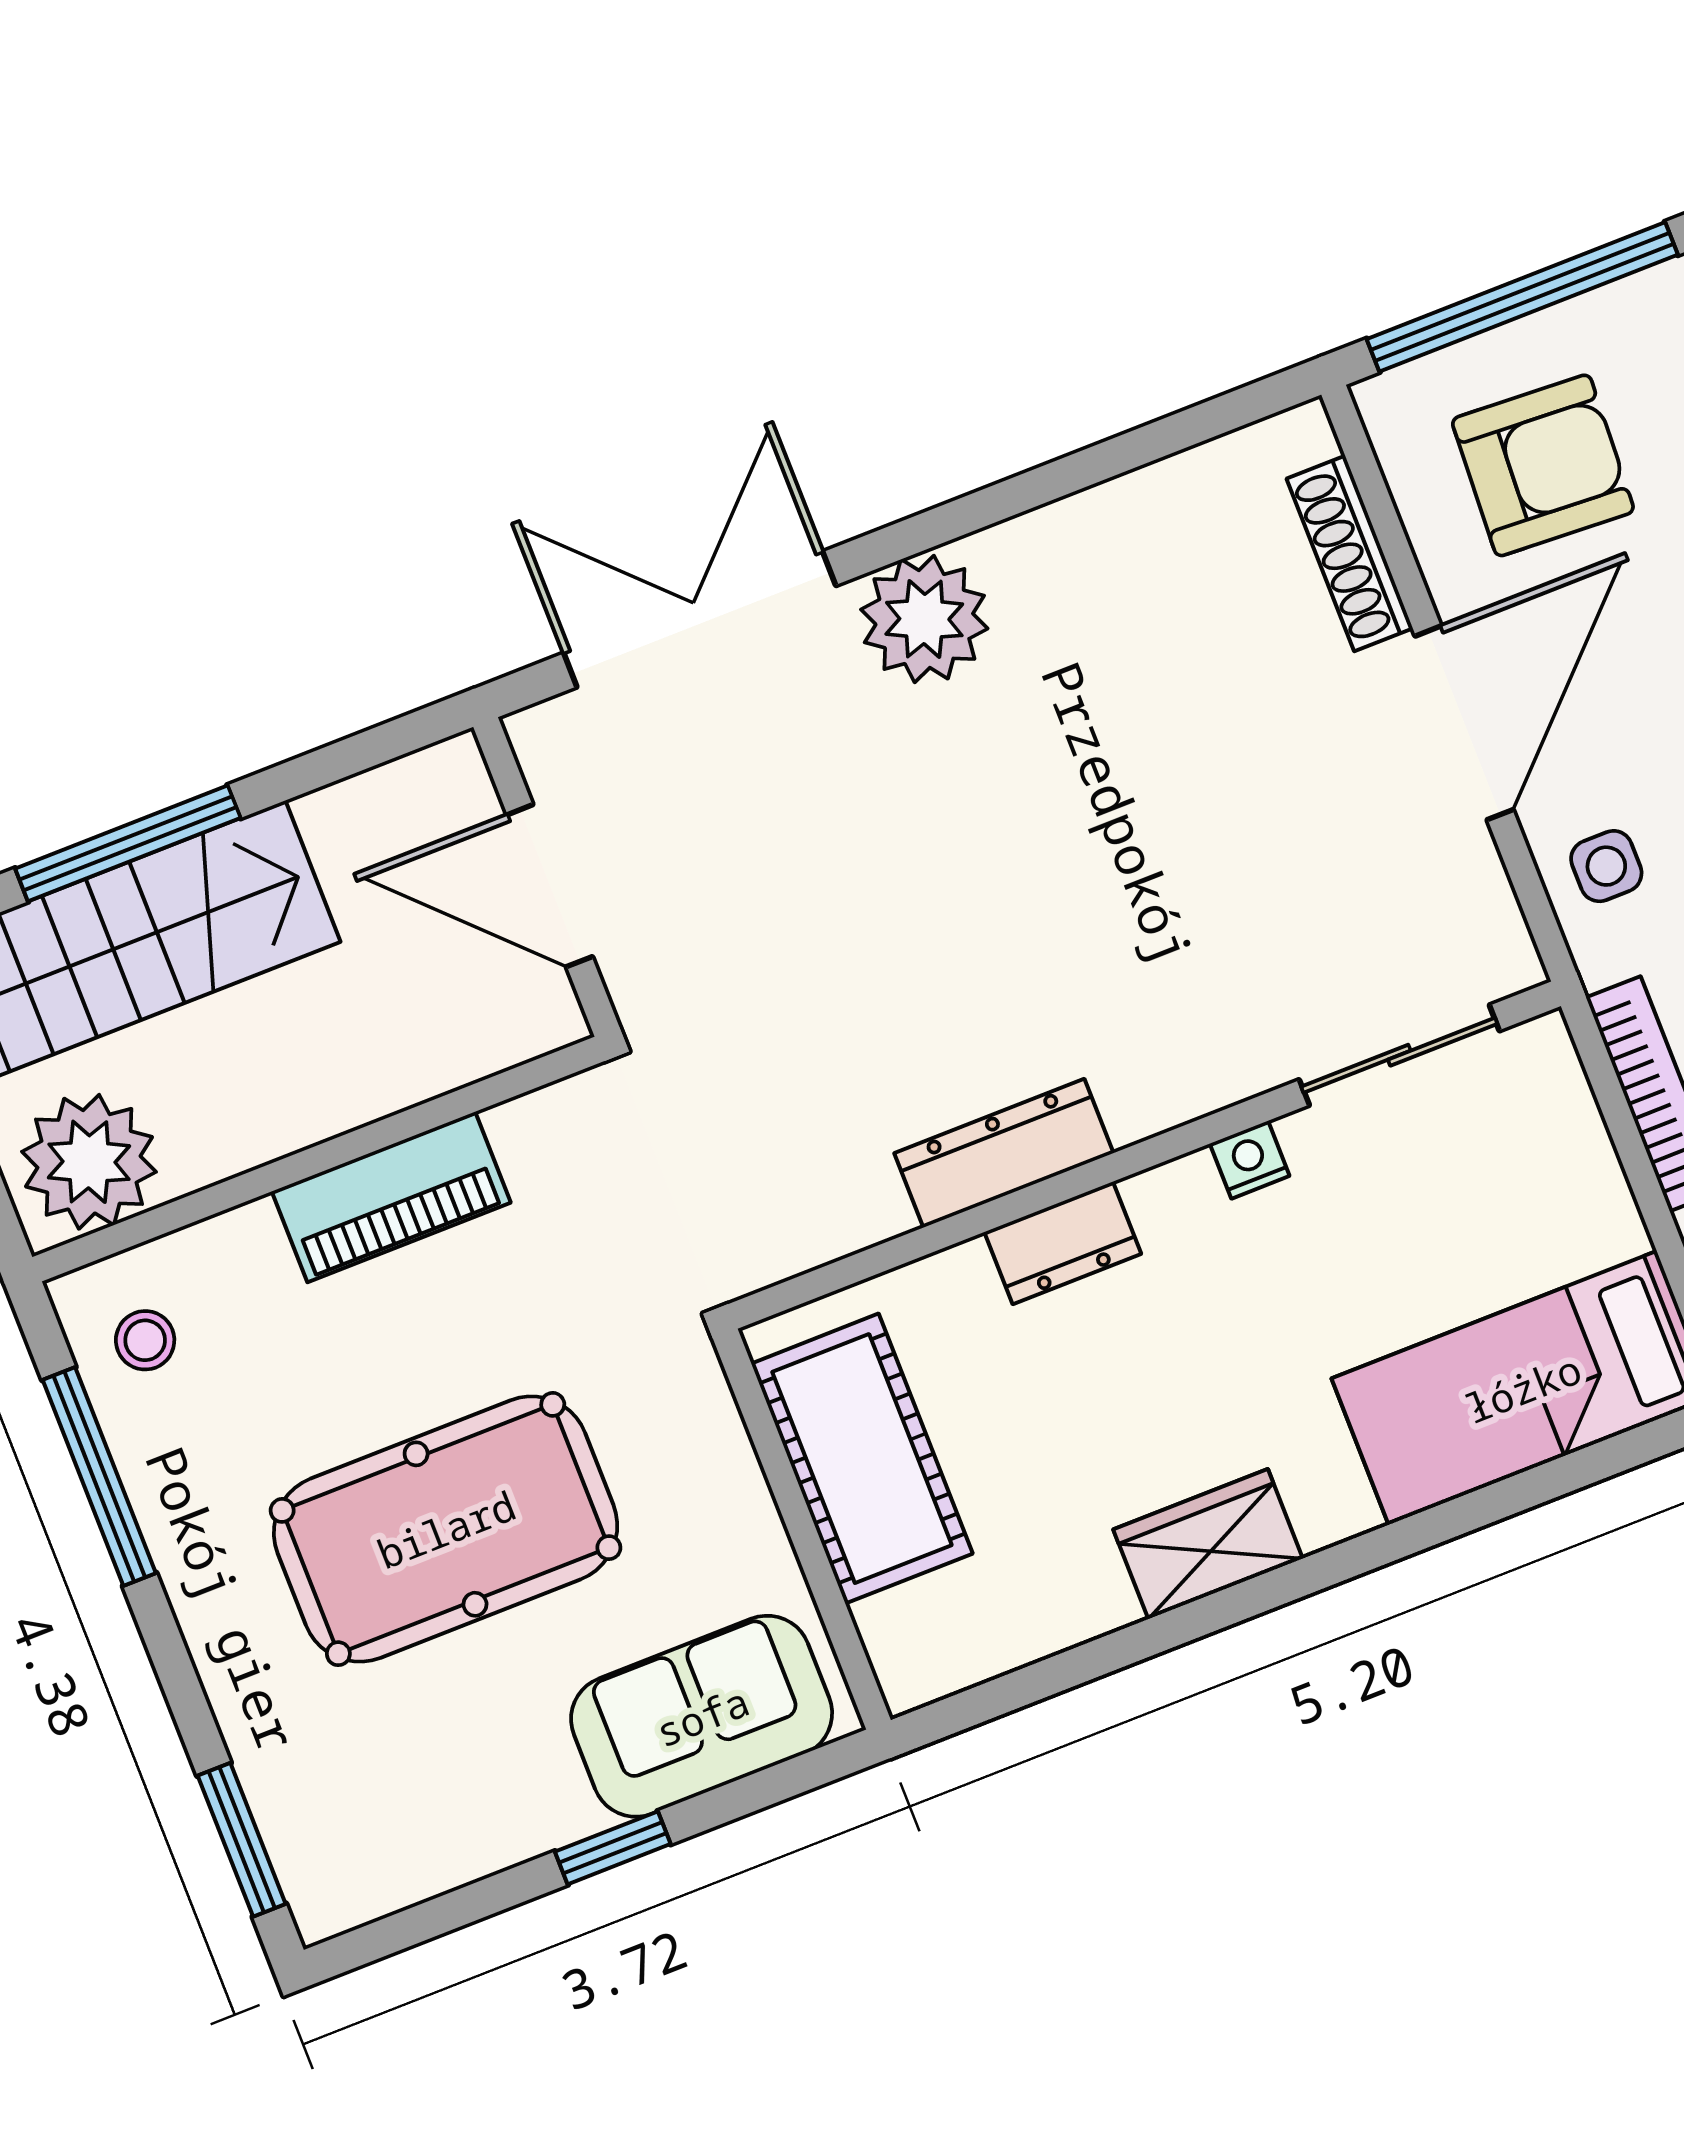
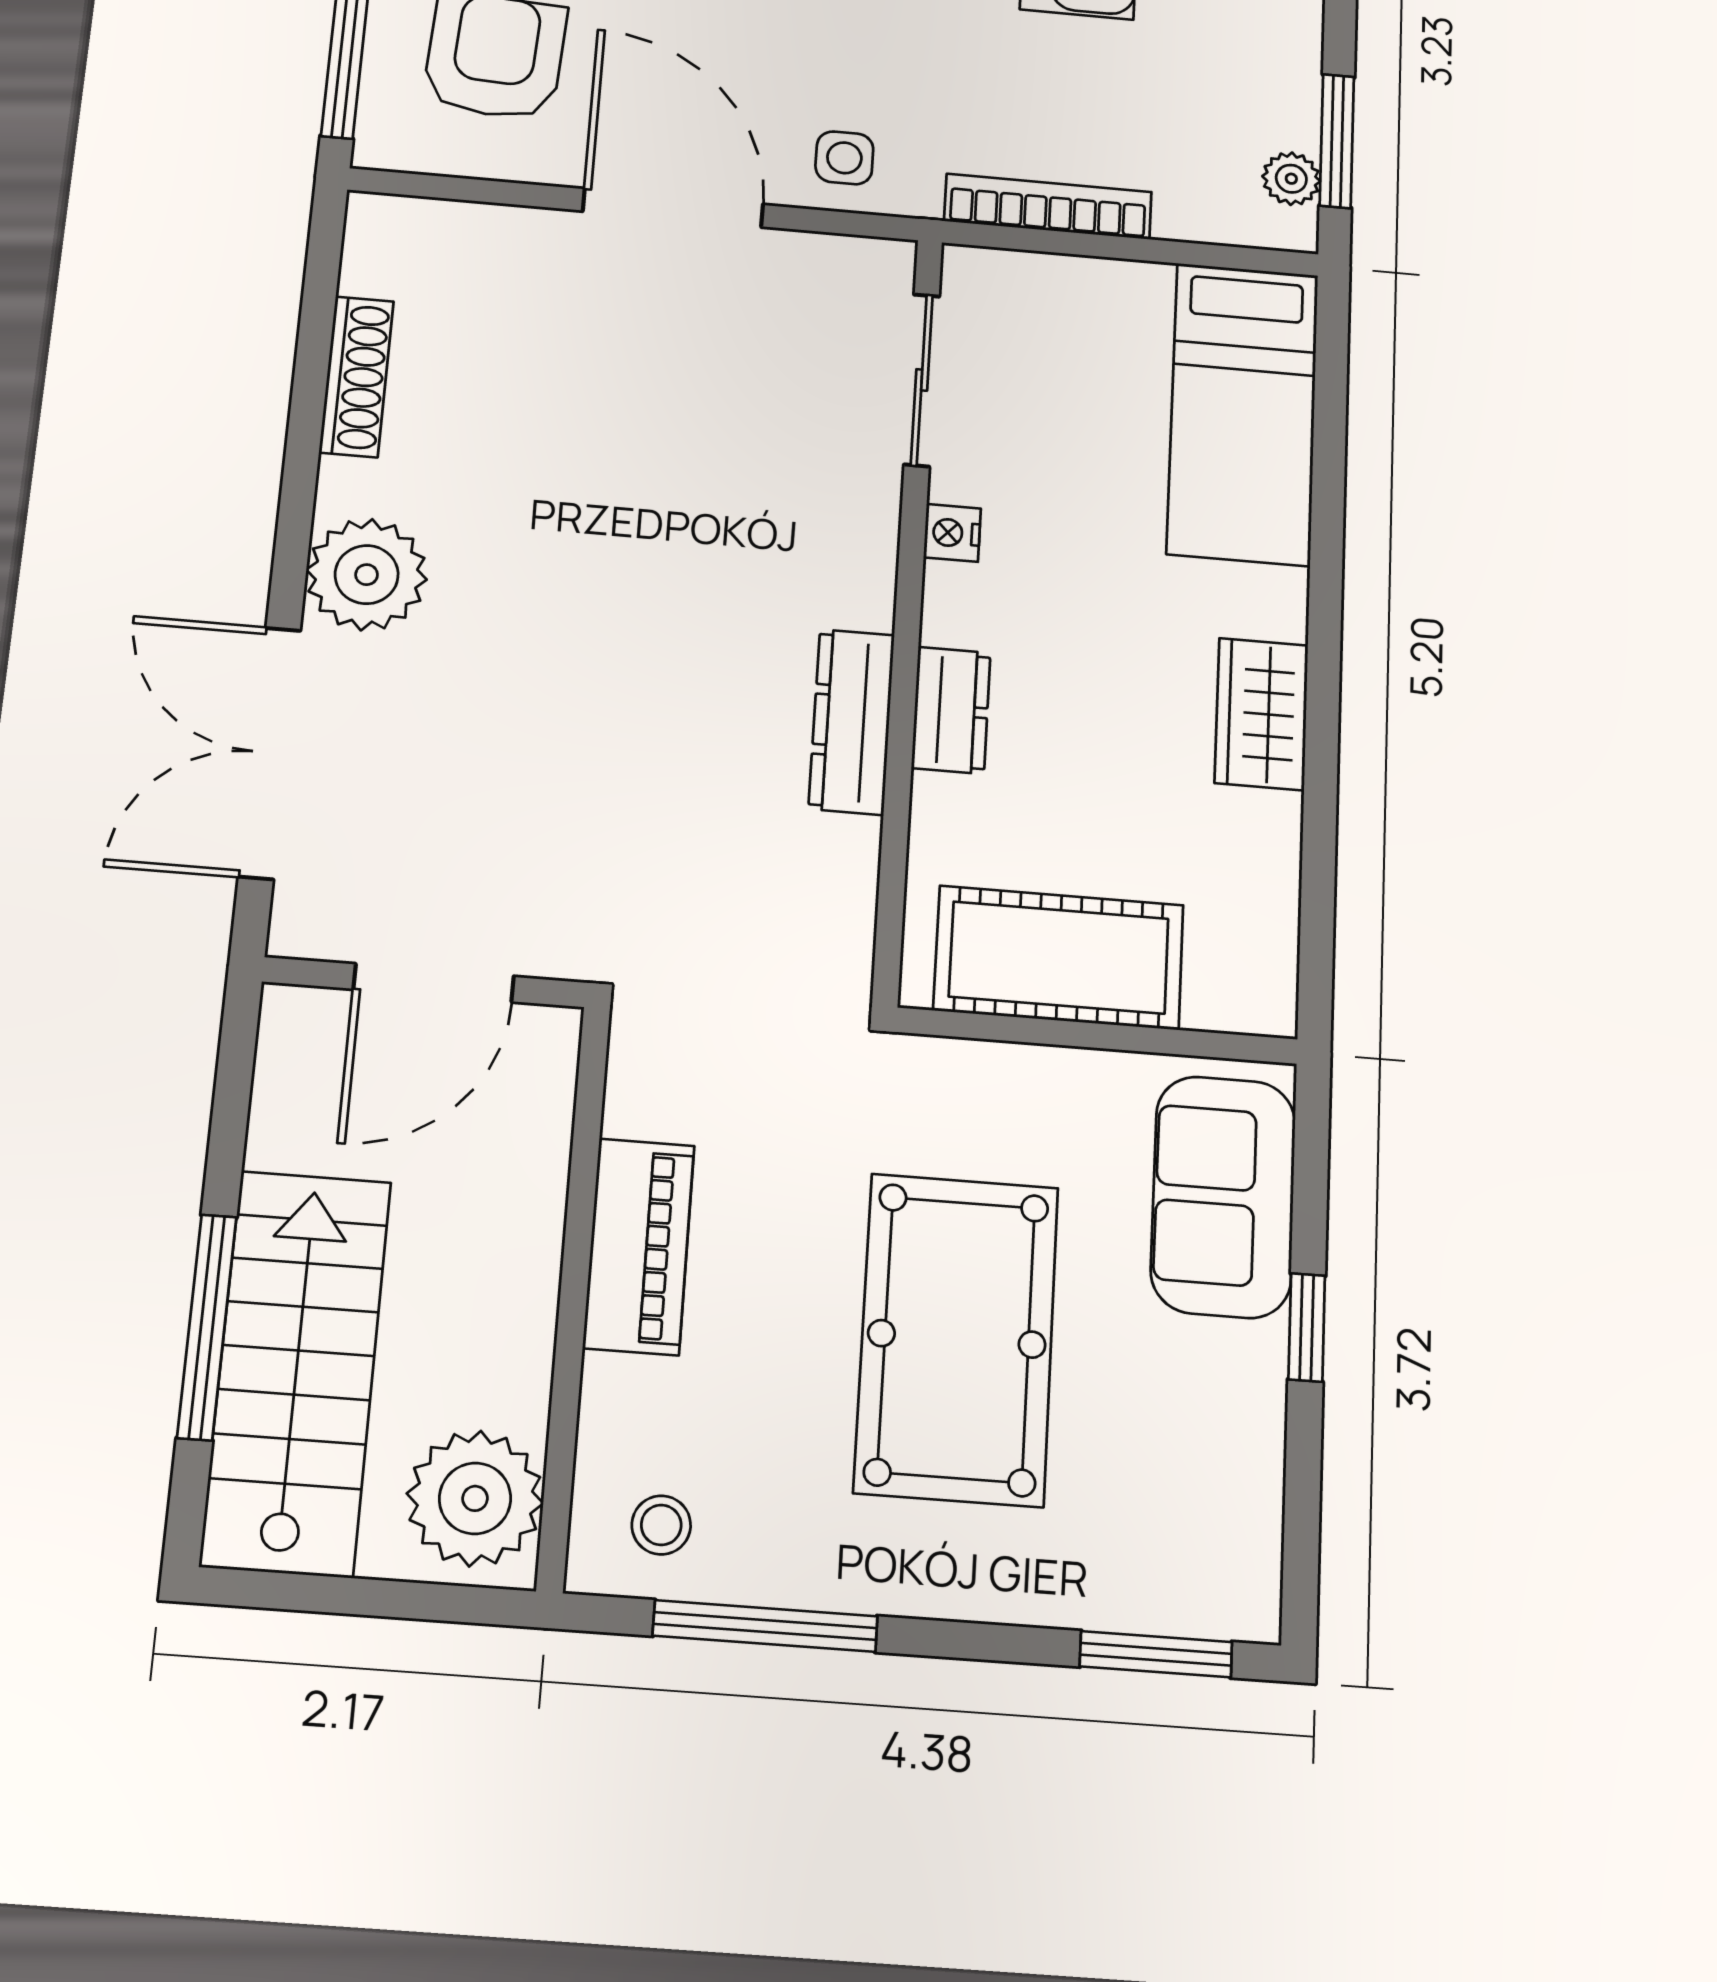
shoe rack: (1350, 554) -> (356, 377), moved, turned -90

